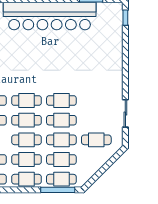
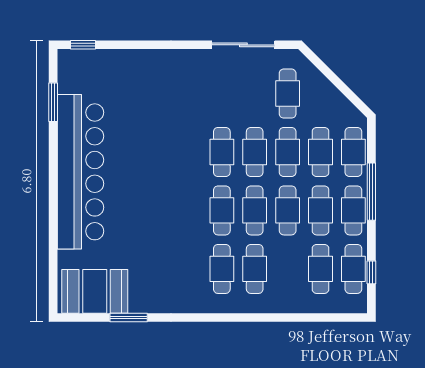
sliding door: (125, 113) -> (243, 45), width x1.37
window: (58, 190) -> (371, 192), moved

